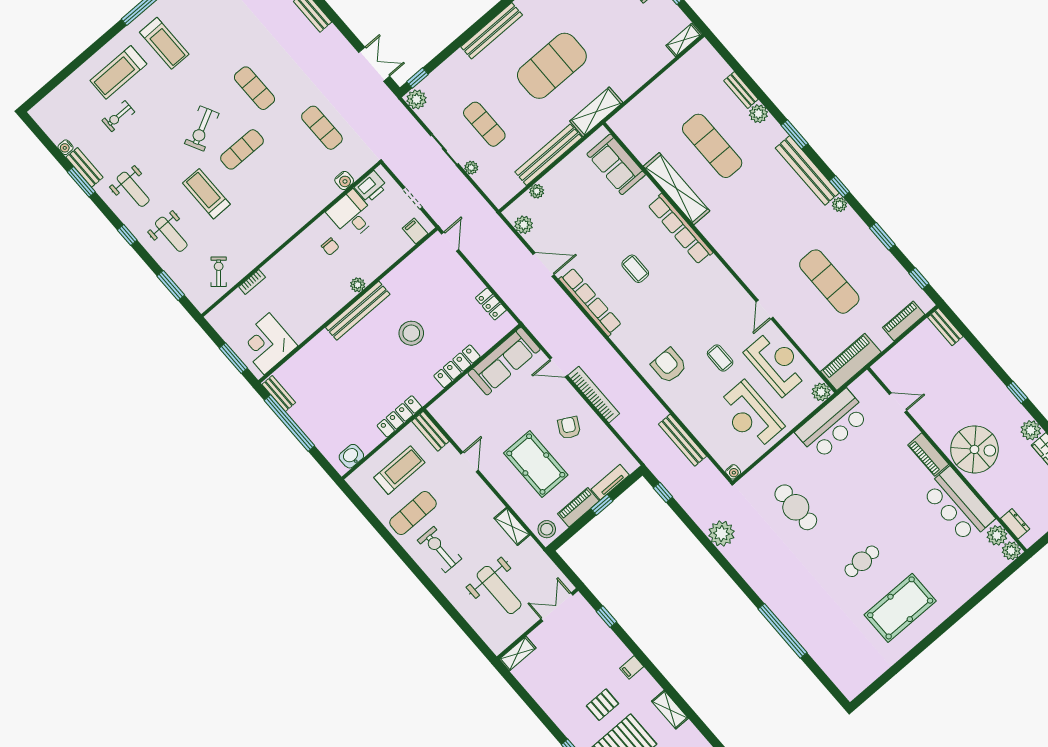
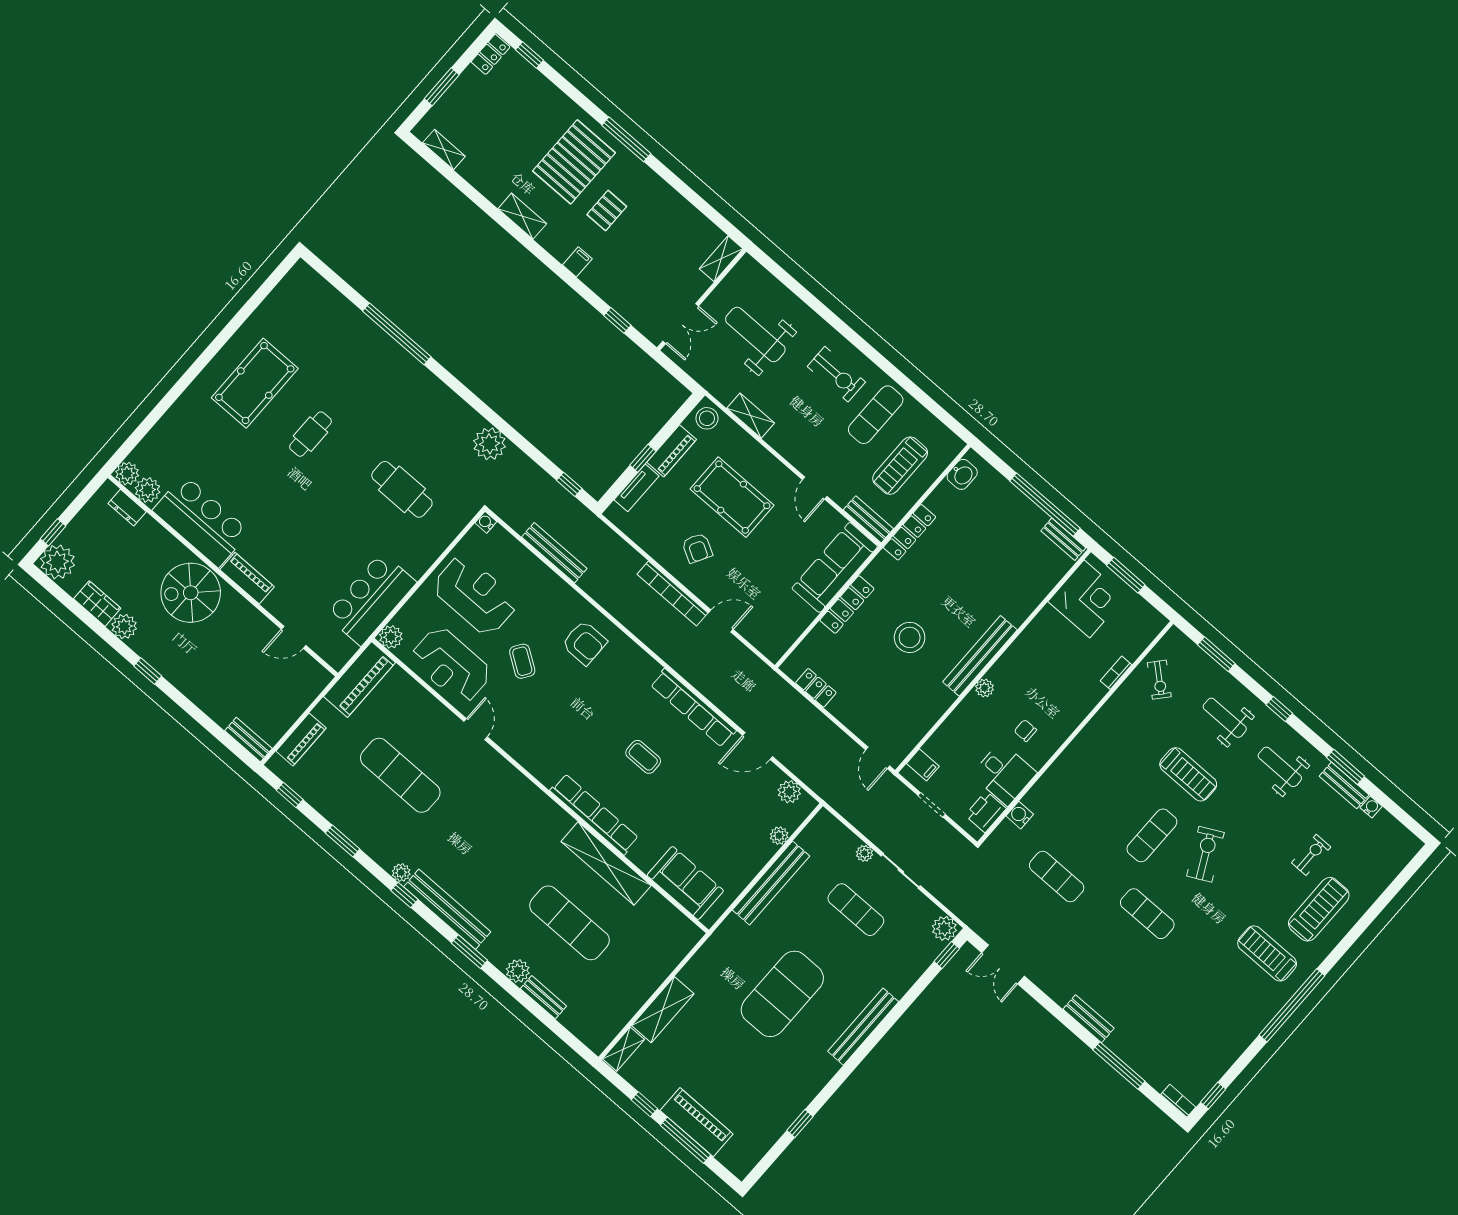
shelving: (596, 112) -> (663, 1010), moved
coffee table: (720, 358) -> (522, 661), turned 34
sofa: (504, 361) -> (835, 567), moved

